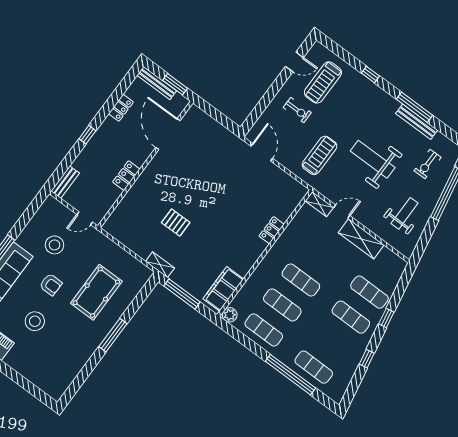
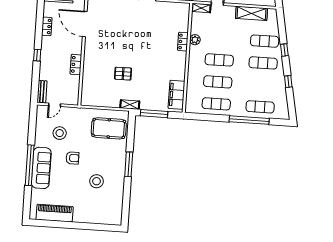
door: (85, 218) -> (55, 105), moved
shelving: (361, 239) -> (252, 13), moved
pool table: (96, 292) -> (109, 128), moved, turned 90
plant: (230, 315) -> (195, 40), moved
stool: (35, 321) -> (97, 181), moved

